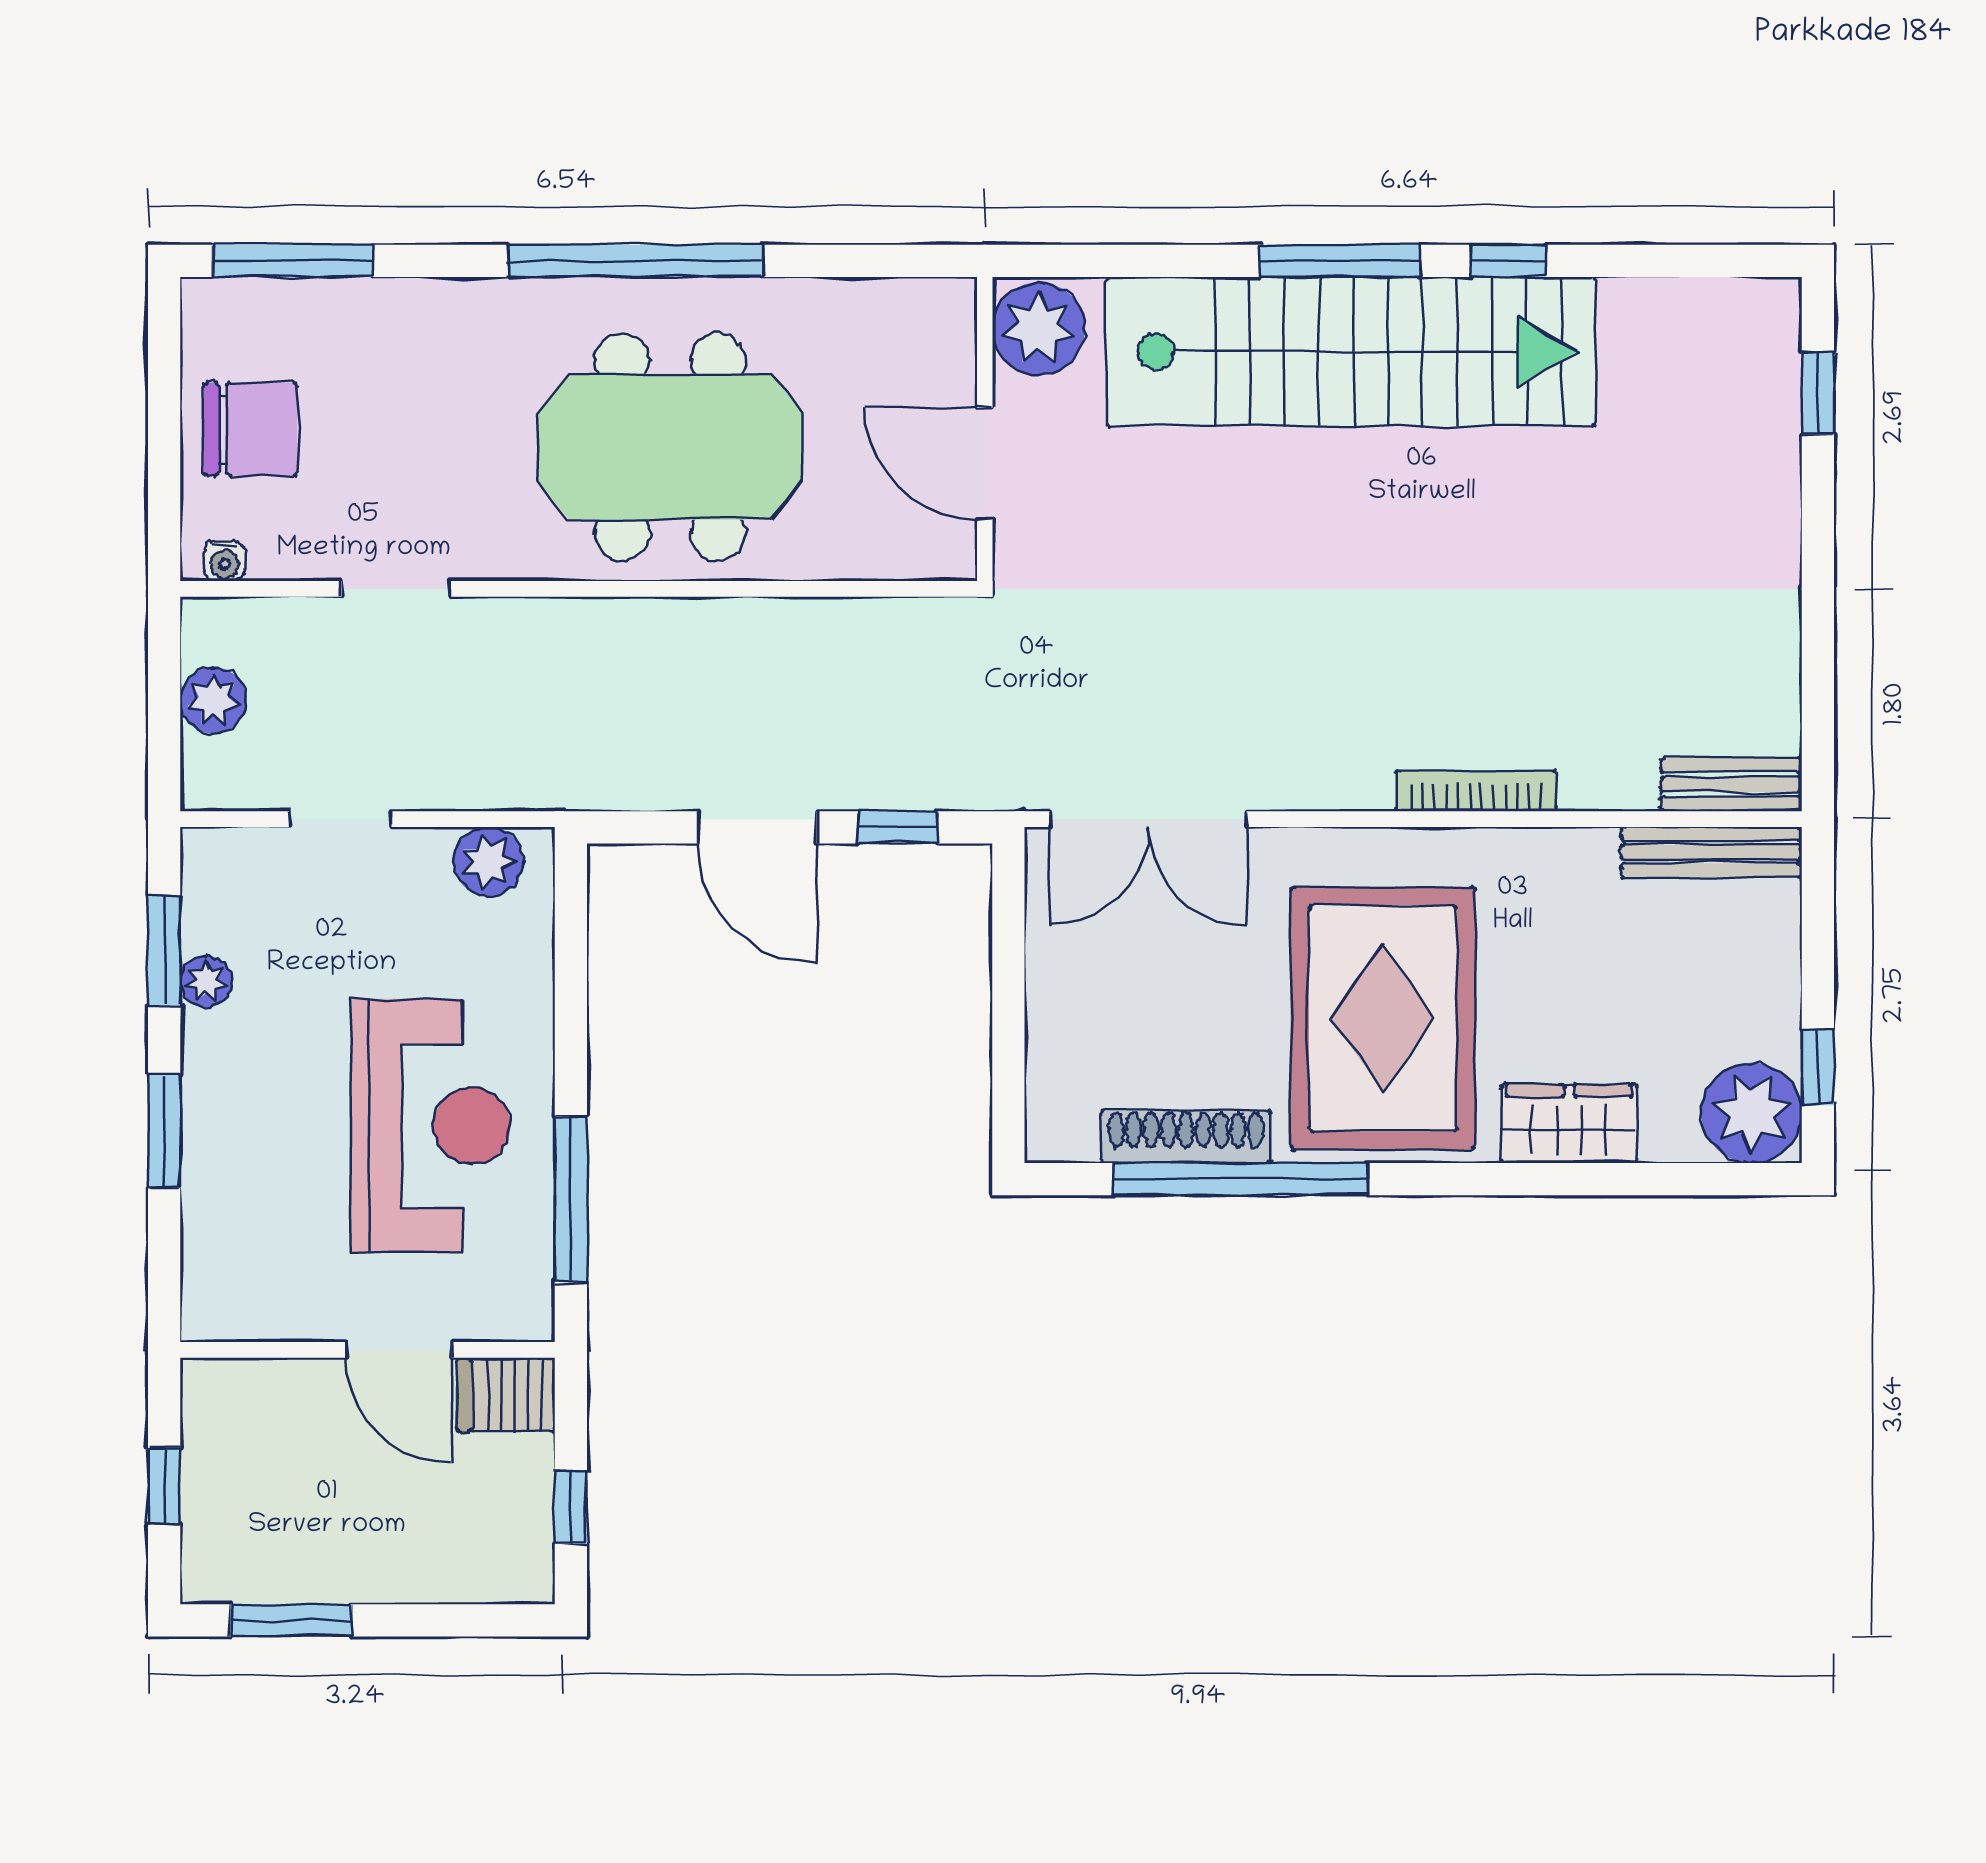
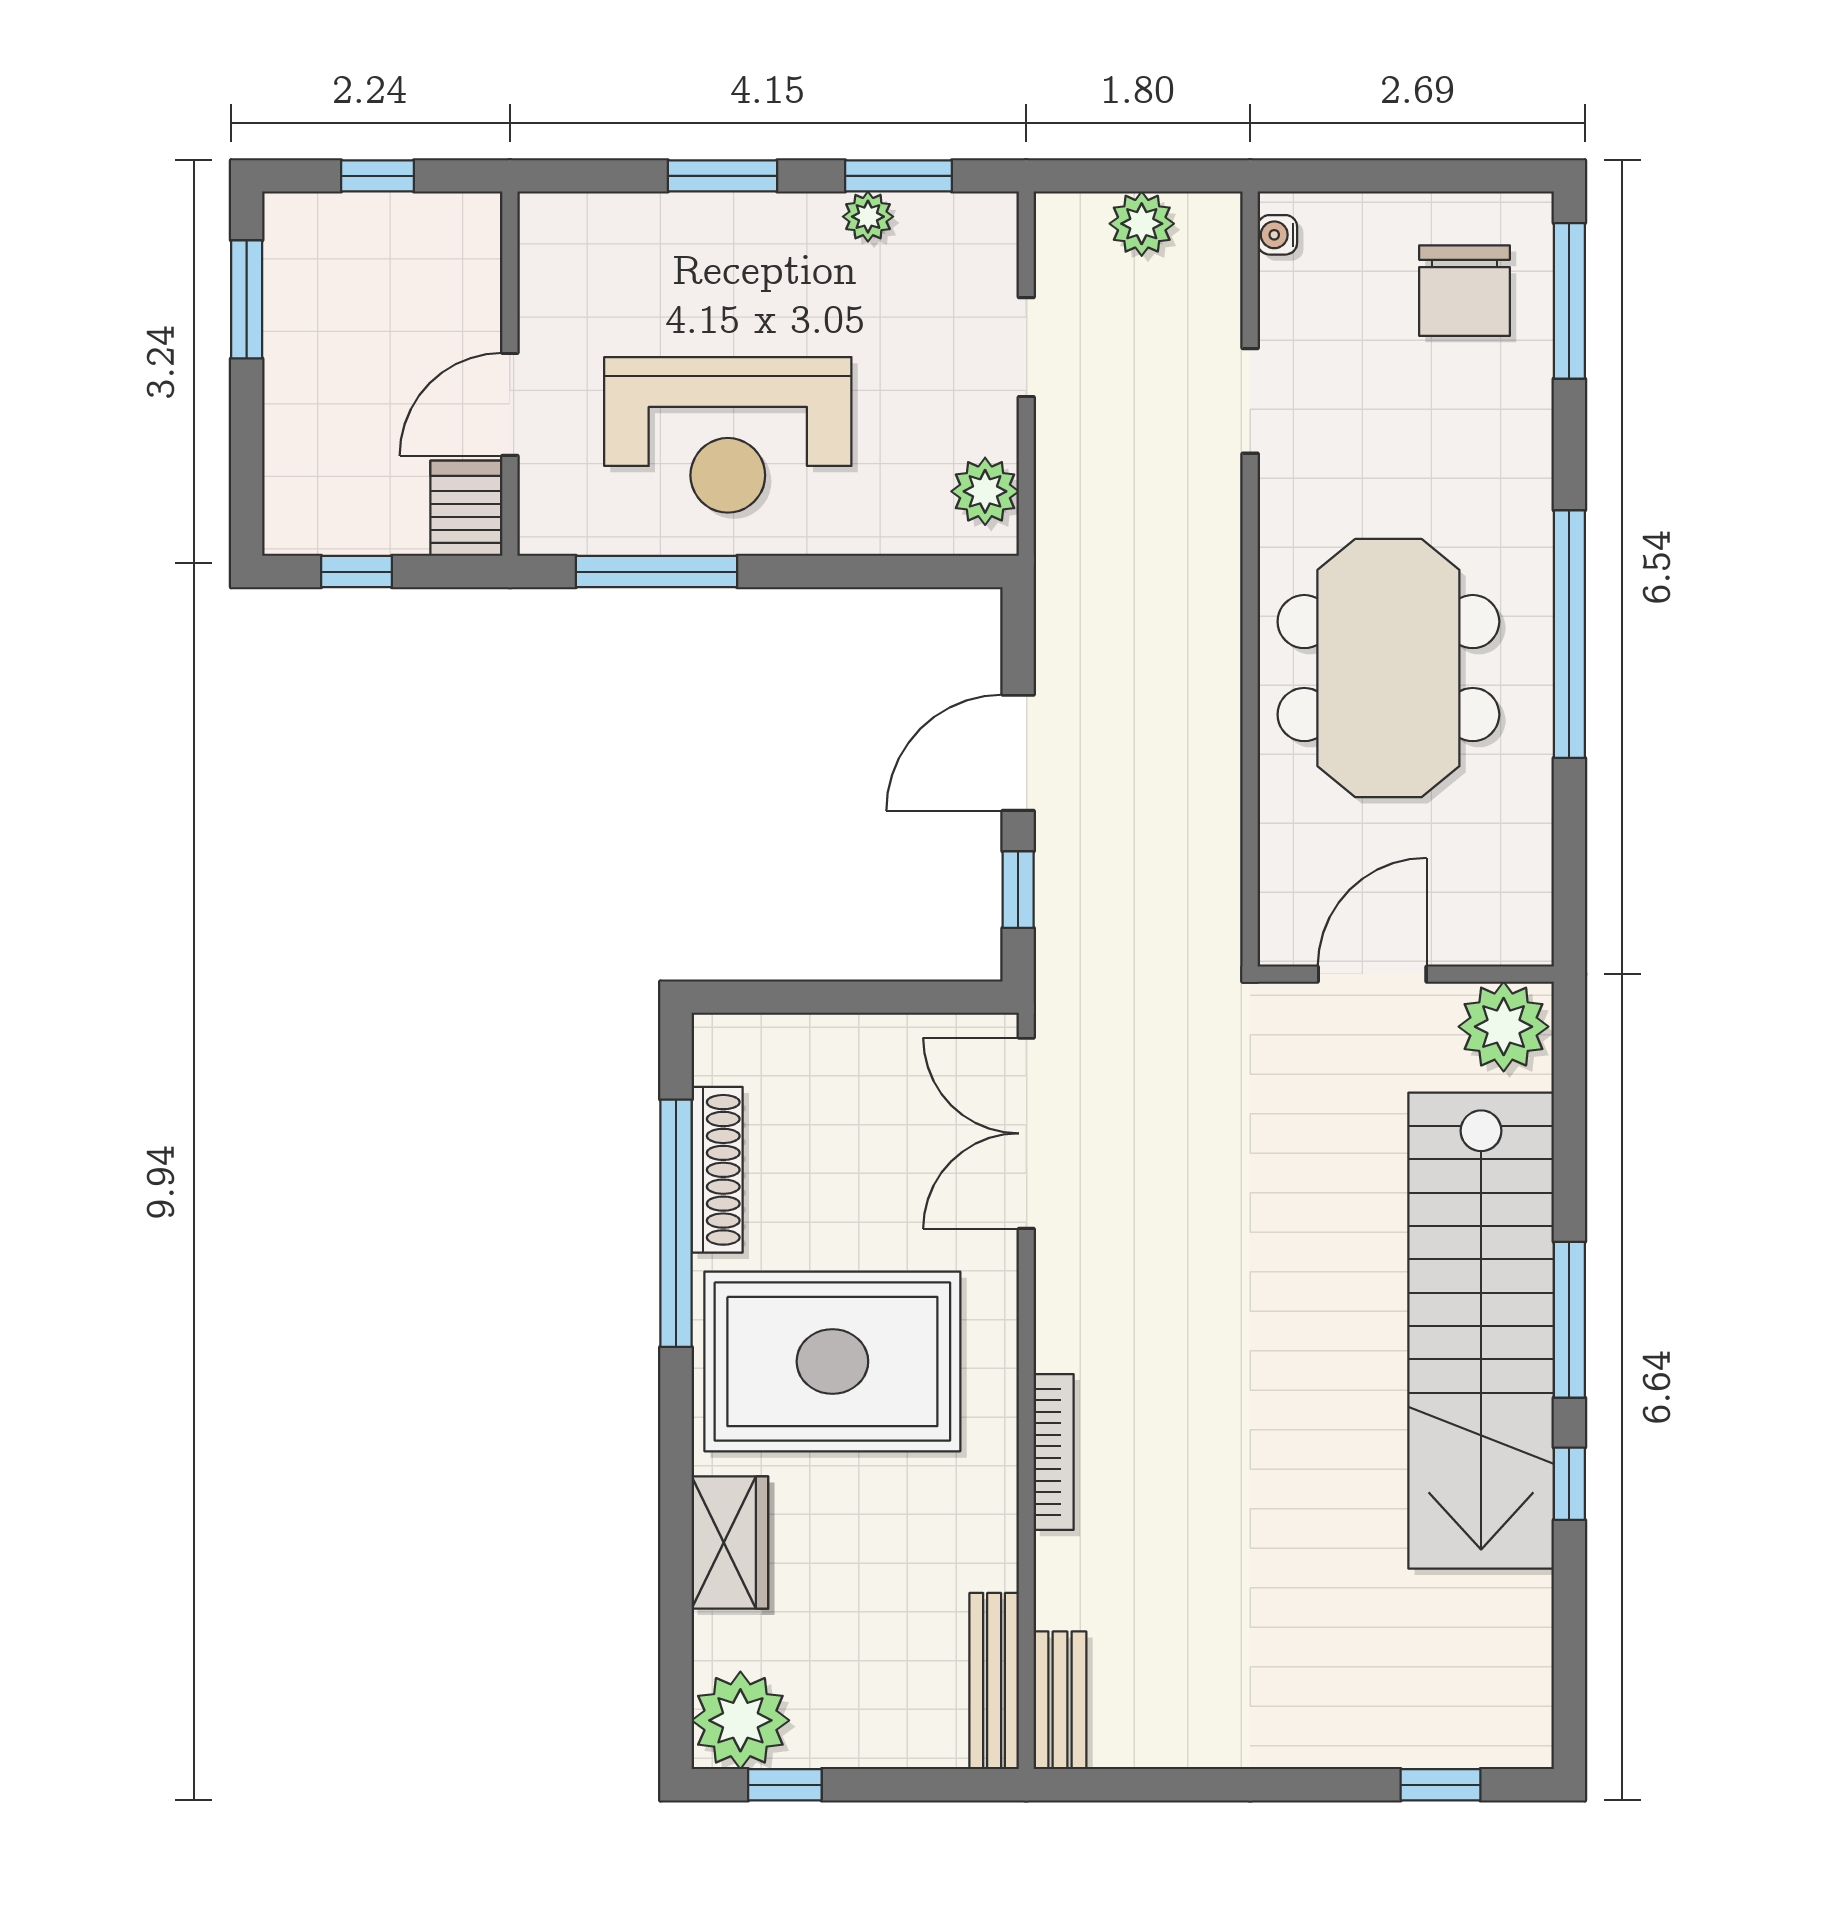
chair: (251, 429) -> (1464, 291), moved

